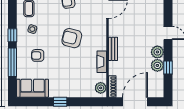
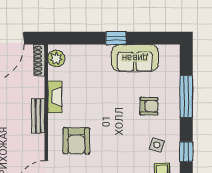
window: (12, 35) -> (186, 152), moved
armchair: (72, 38) -> (76, 141), moved, turned 76
sofa: (33, 88) -> (135, 58), moved

